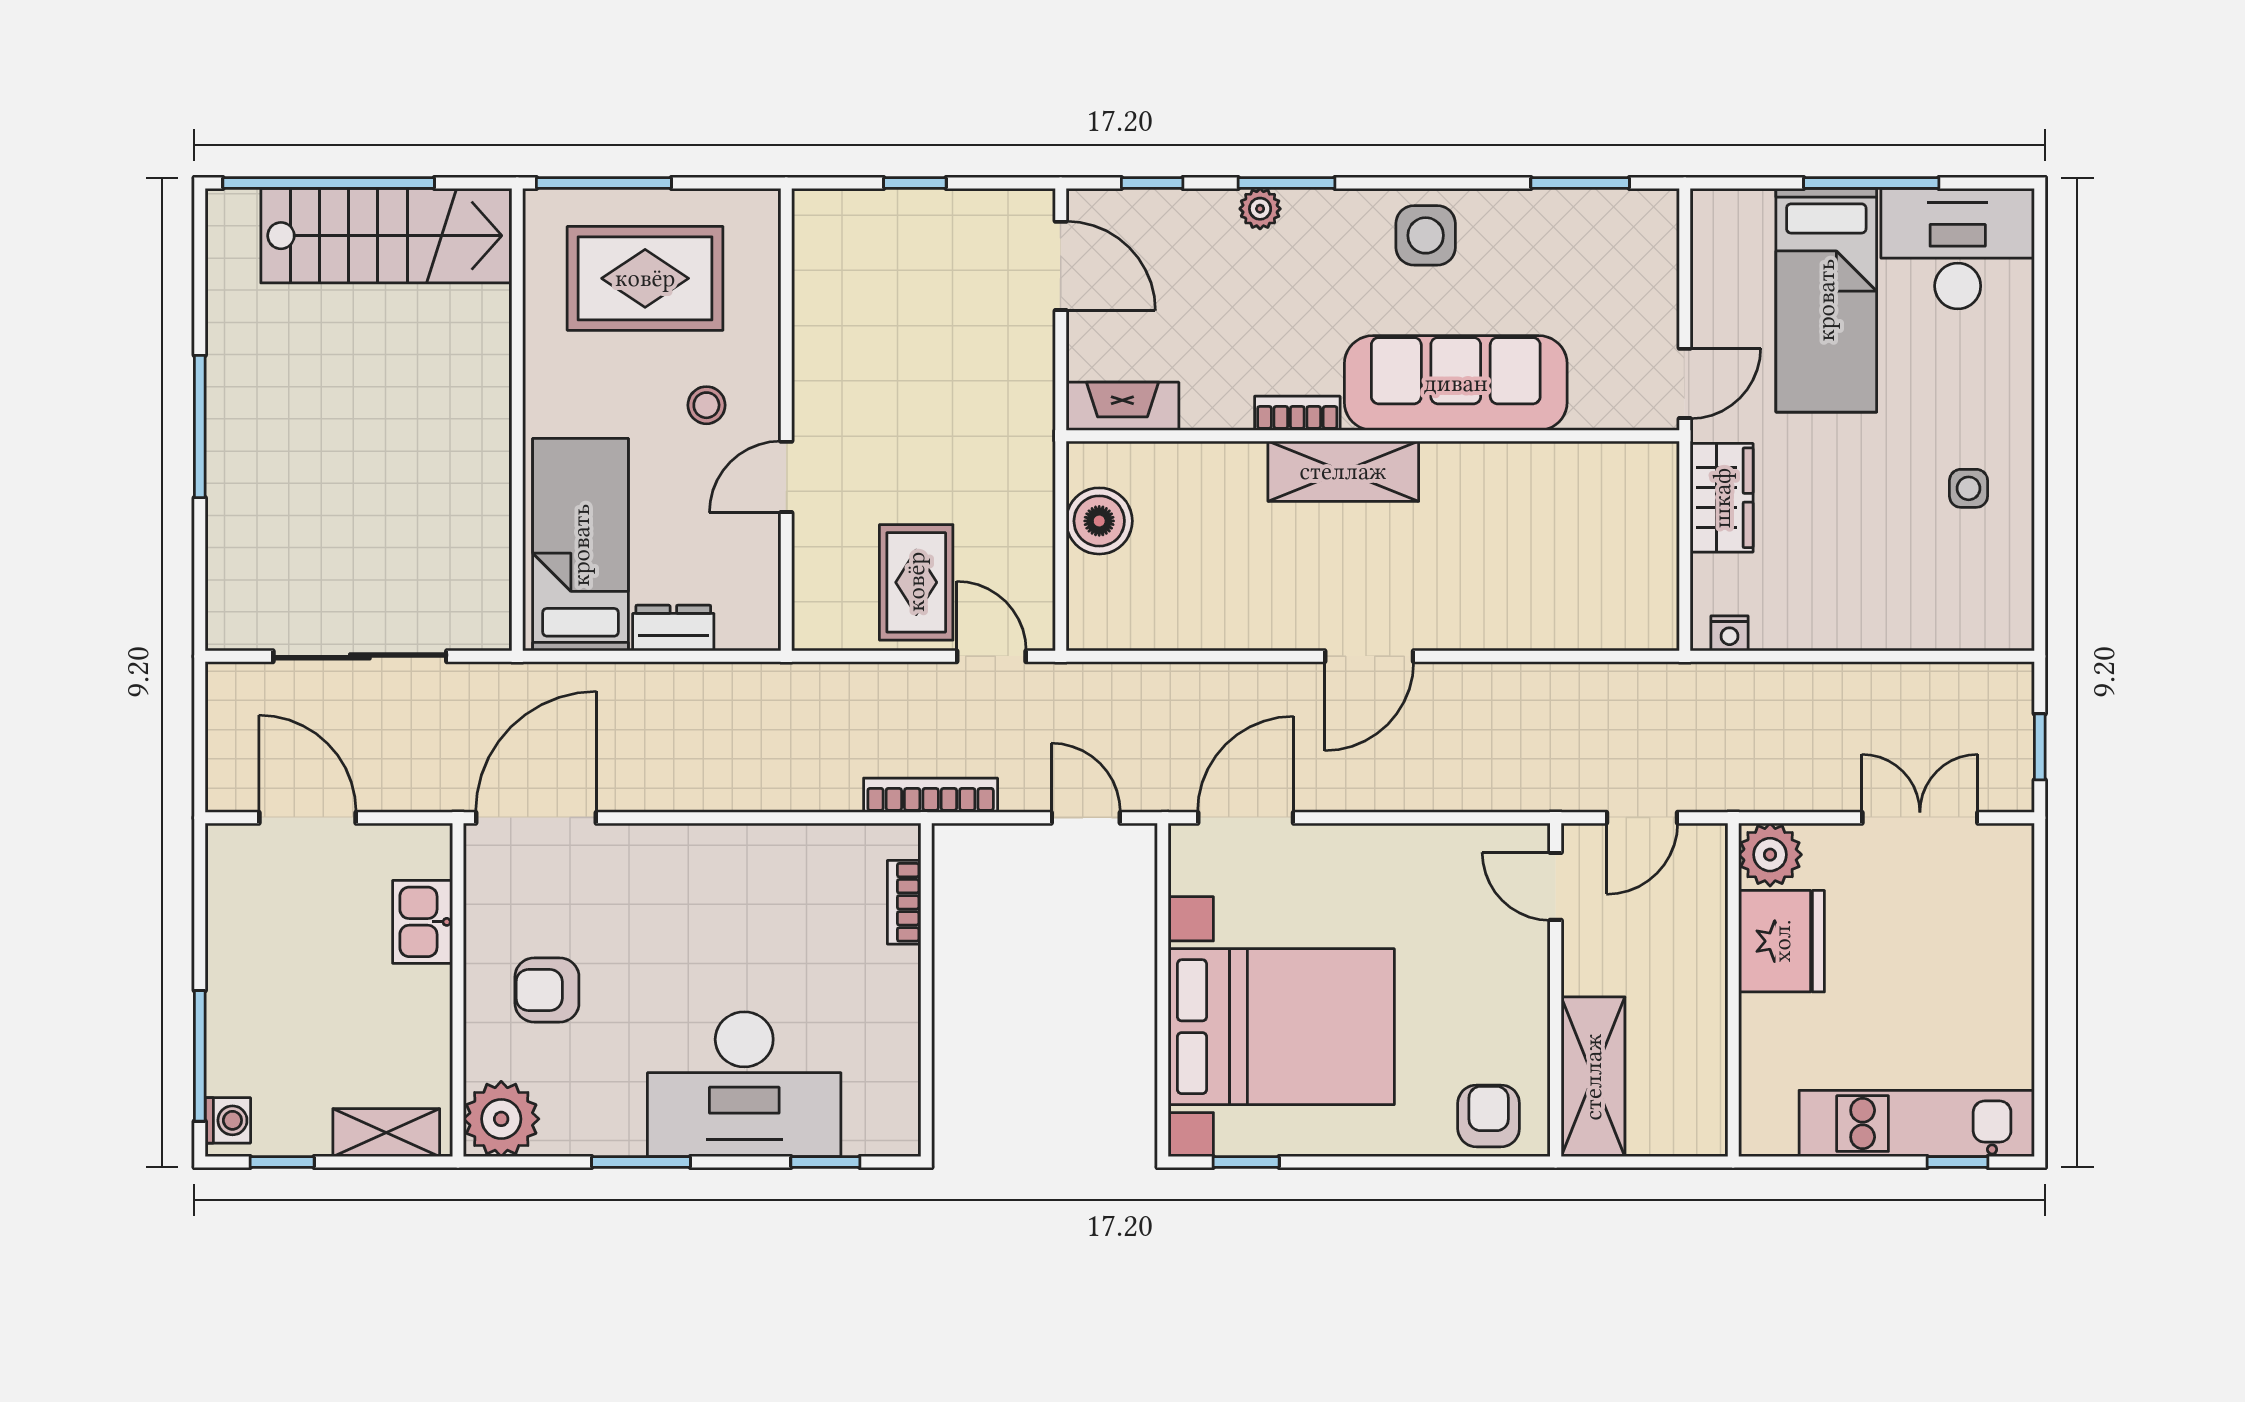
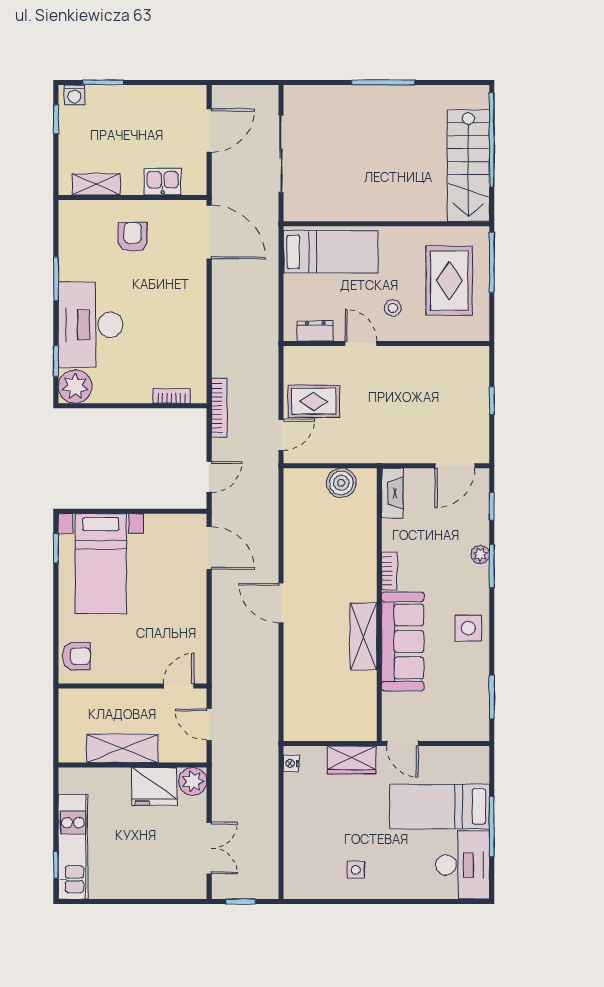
shelving: (1343, 471) -> (363, 636), moved
dresser: (673, 628) -> (315, 331), moved, turned -90
bed with nightstands: (1281, 1027) -> (101, 564), width x0.73
window: (200, 1056) -> (103, 82), width x0.69
shelving: (1593, 1077) -> (122, 748), moved
plant: (501, 1119) -> (75, 387), moved
shelving: (386, 1133) -> (96, 184), moved, turned 90

